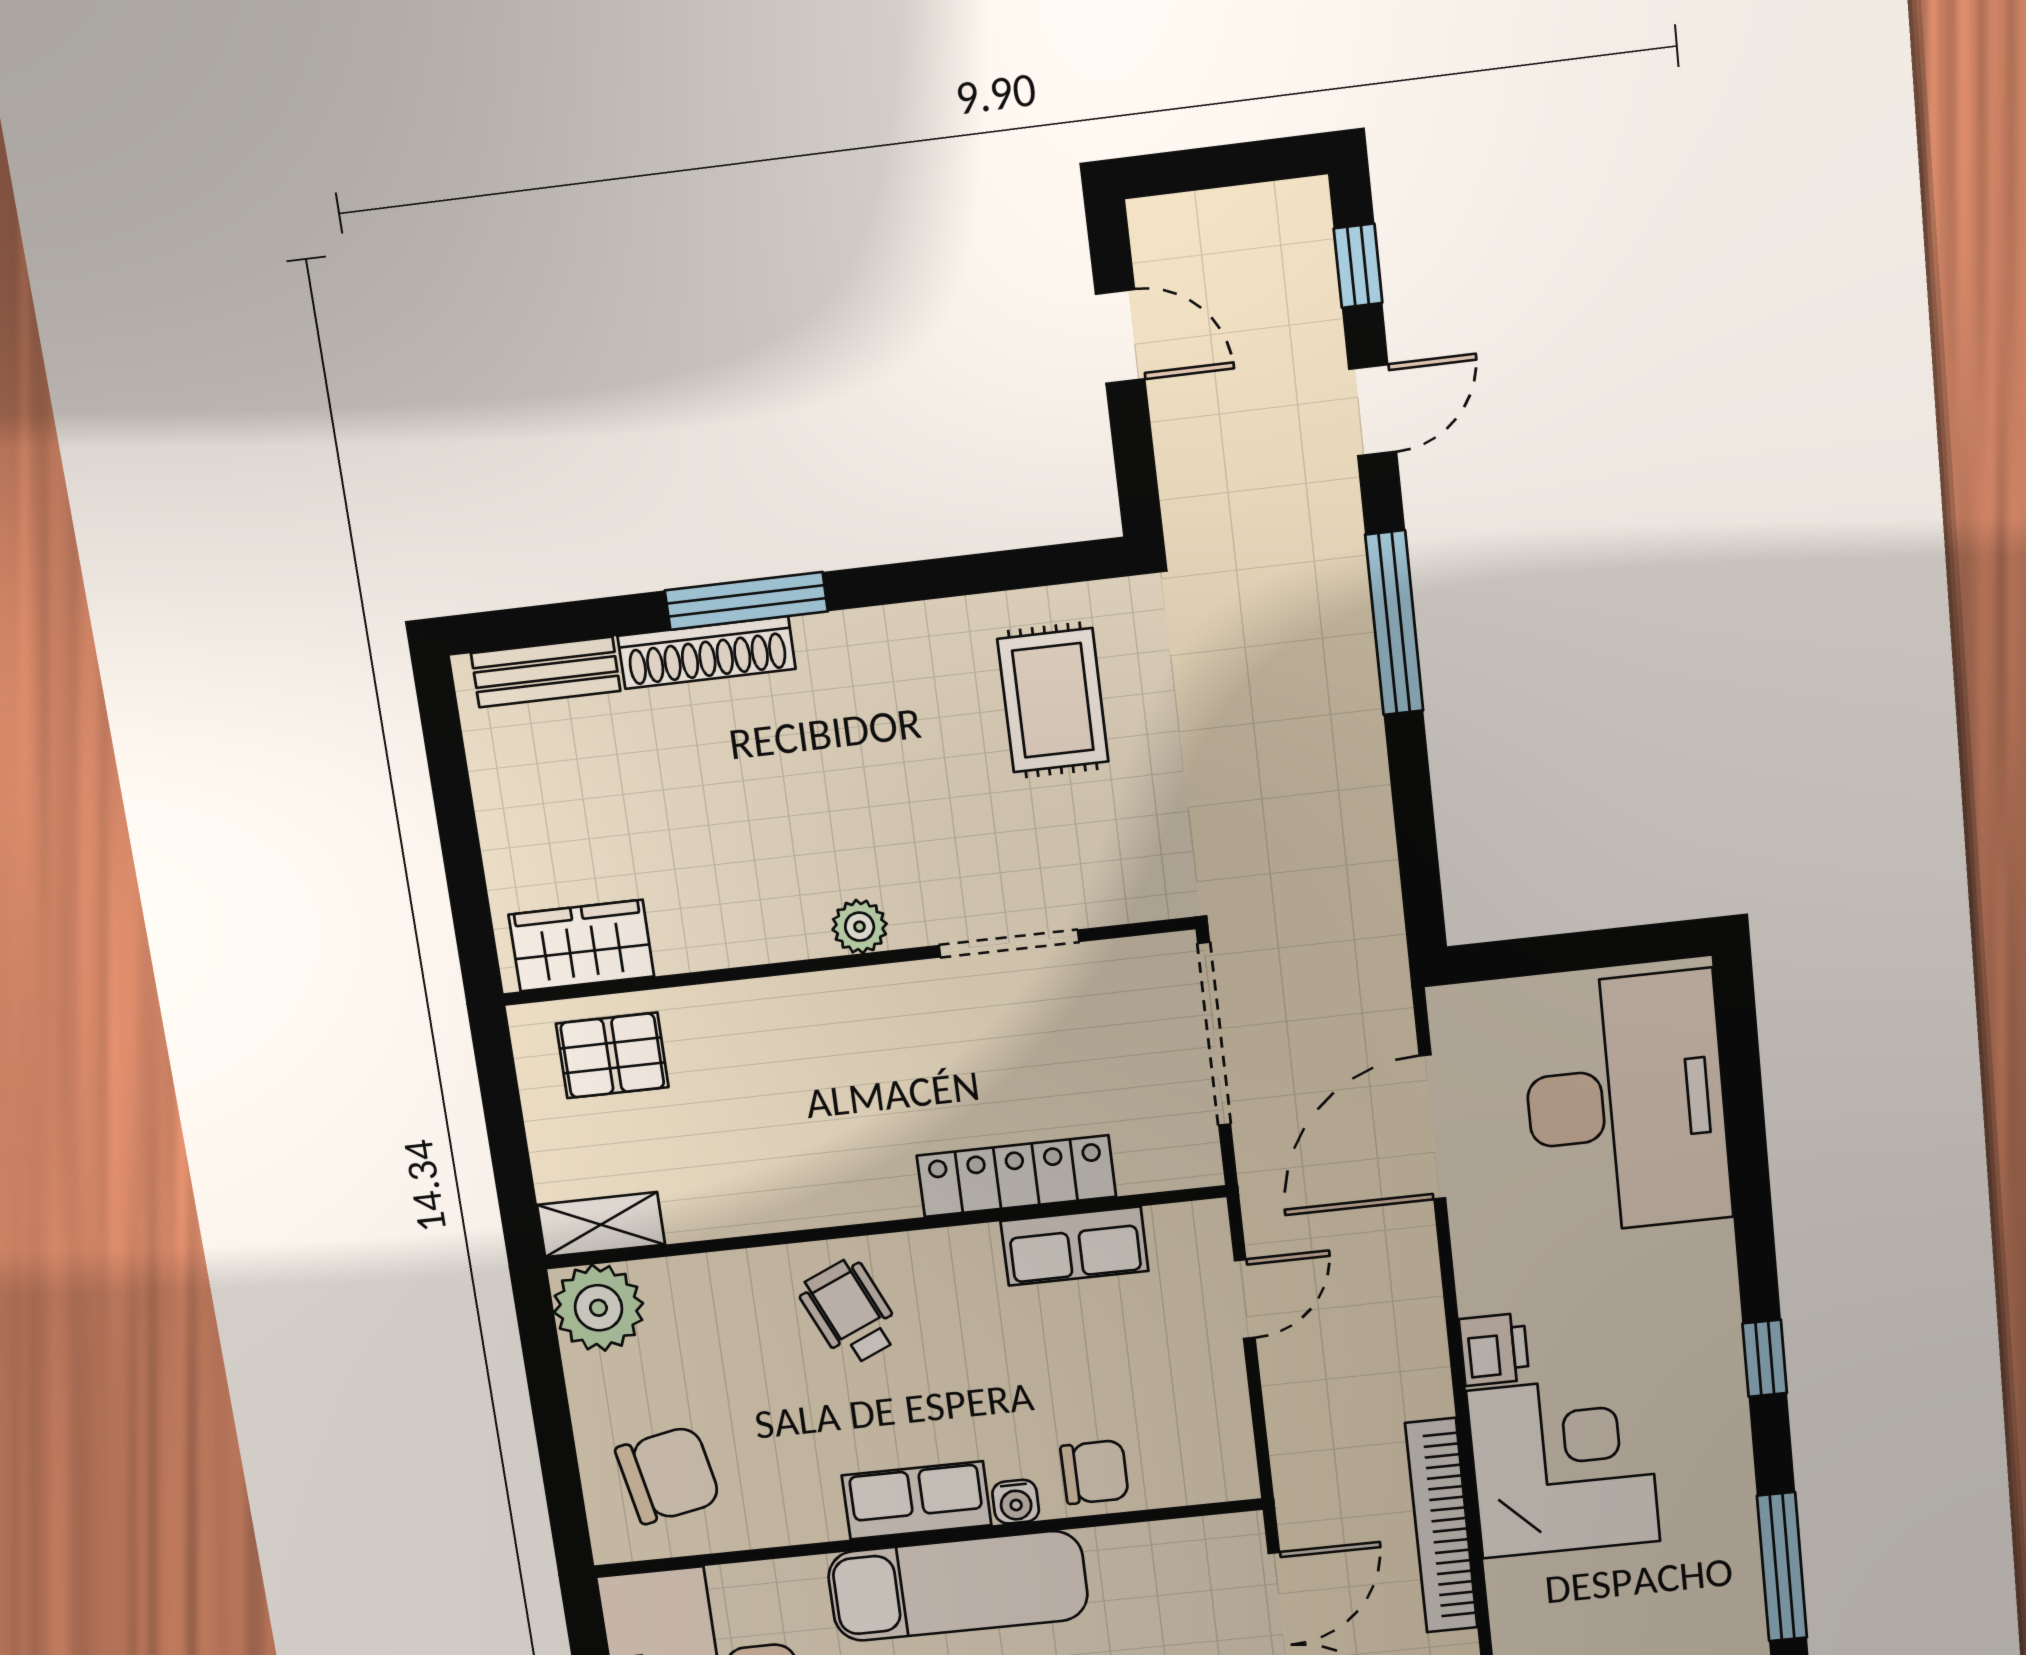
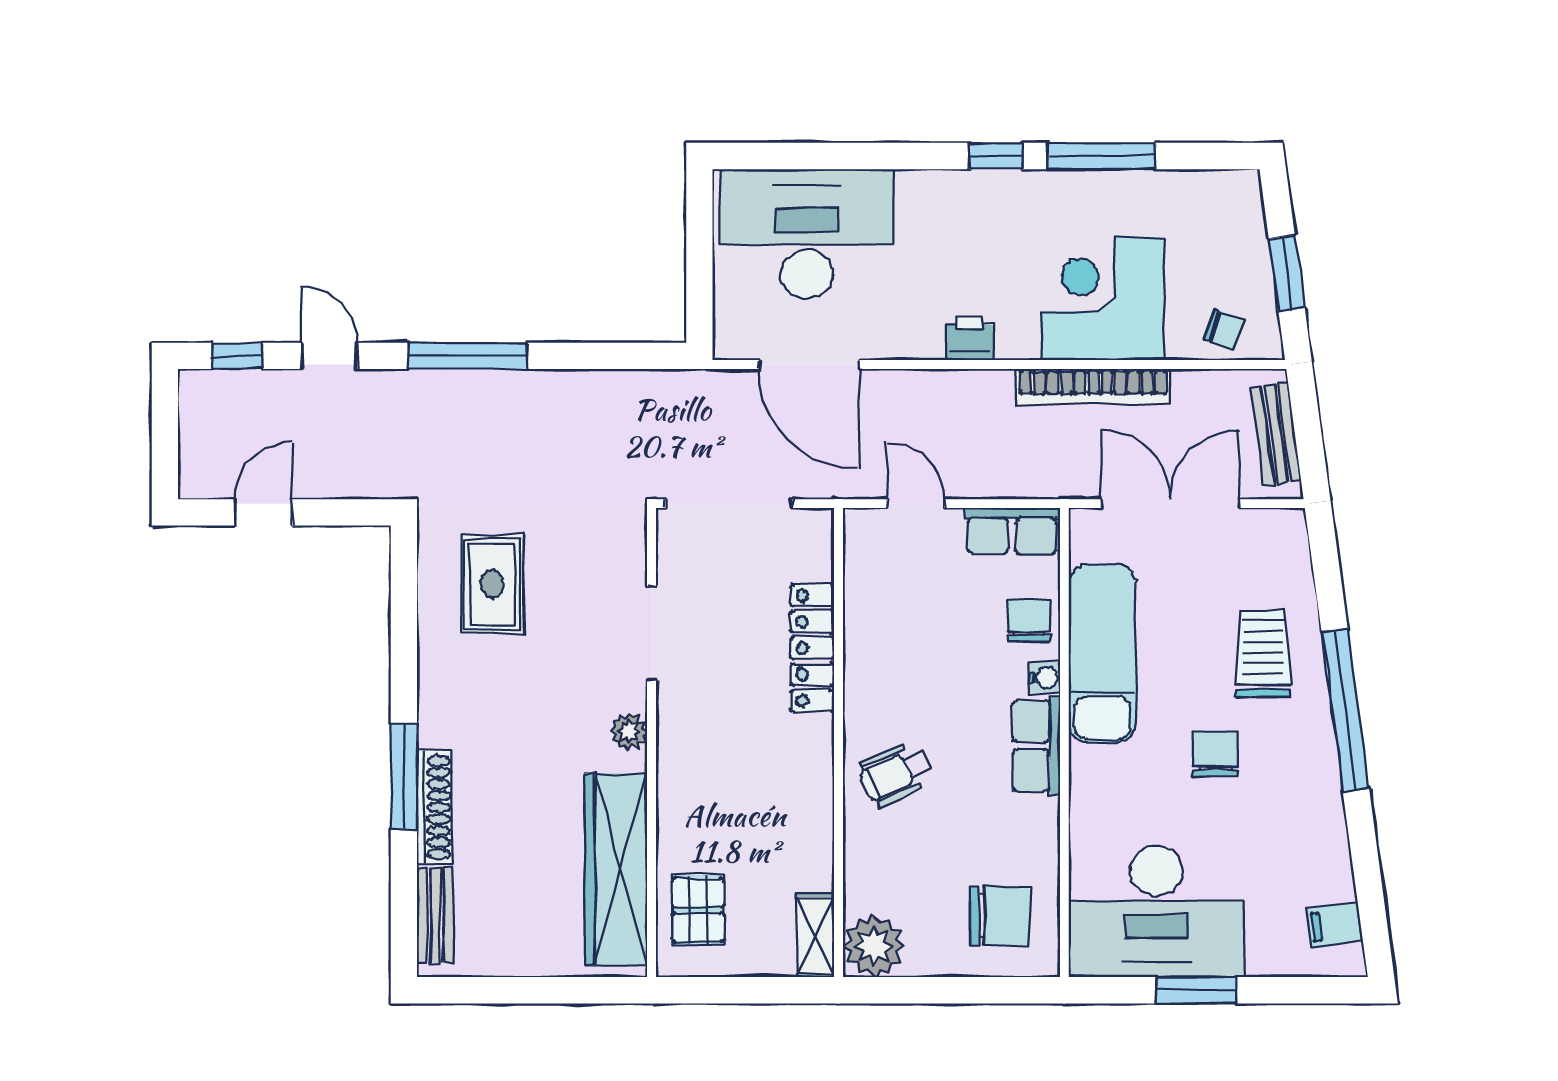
rug: (1053, 700) -> (492, 584), turned 90
wardrobe: (581, 946) -> (616, 869), width x2.10, depth x1.17
row of seats: (1075, 1246) -> (1012, 531), moved, turned 90
corner desk: (1563, 1466) -> (1102, 299), moved
chair: (668, 1475) -> (999, 916), turned 101
window: (1782, 1567) -> (1102, 156), moved
exam couch: (958, 1586) -> (1102, 653), moved

